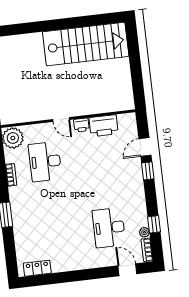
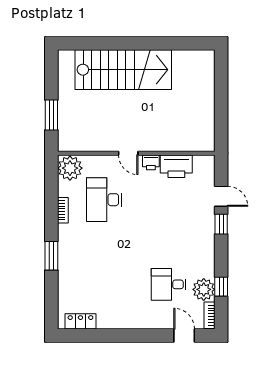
stairs: (86, 44) -> (123, 70), moved
door: (145, 147) -> (221, 196), swing flipped
desk: (109, 228) -> (169, 284), width x0.73
plant: (144, 232) -> (204, 289), width x1.88, depth x1.88

